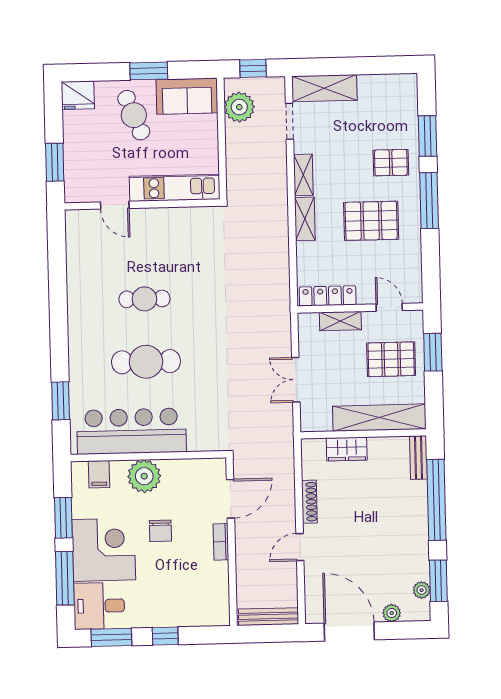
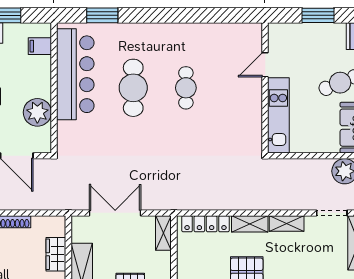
window: (55, 162) -> (318, 15), moved
locker: (328, 296) -> (206, 224), moved, turned 90
shelving: (340, 321) -> (163, 233), moved
double door: (296, 380) -> (115, 213), width x1.37
plant: (144, 476) -> (37, 112), moved

